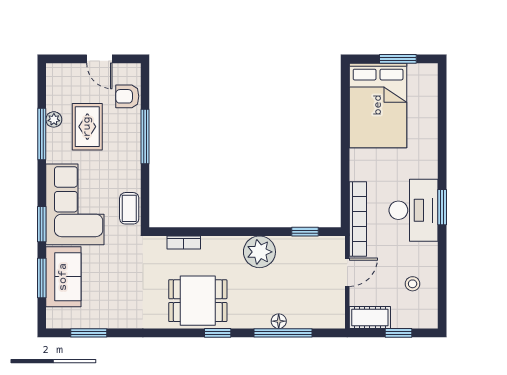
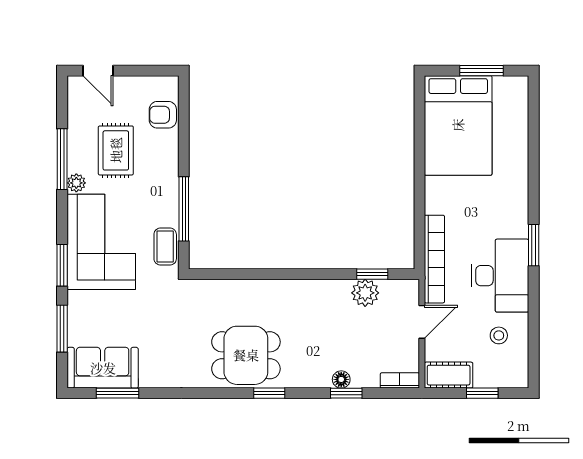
door: (99, 59) -> (98, 71), moved
plant: (54, 119) -> (76, 183), moved
window: (145, 137) -> (184, 209), moved
desk: (414, 210) -> (500, 276), moved
bookcase: (184, 243) -> (400, 380), moved, turned 180
plant: (259, 252) -> (365, 293), moved, width x0.73, depth x0.73
sofa: (63, 277) -> (103, 368), moved, turned -90
window: (283, 333) -> (346, 393), width x0.46

